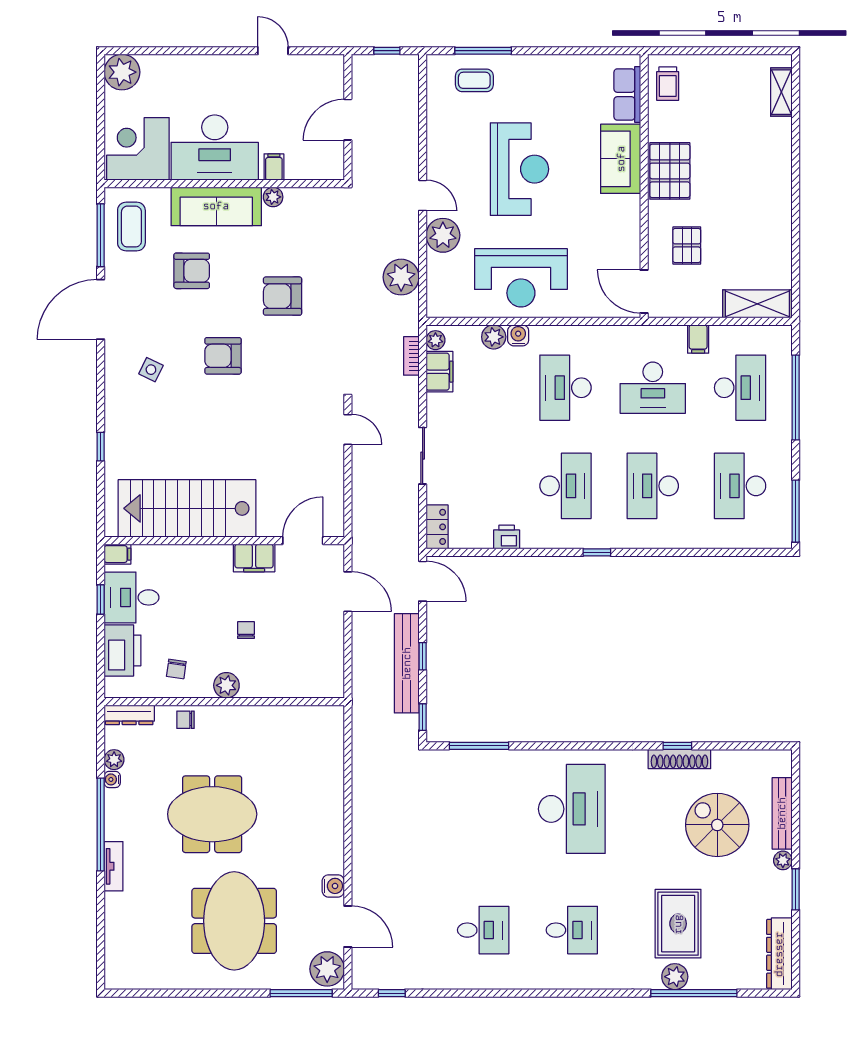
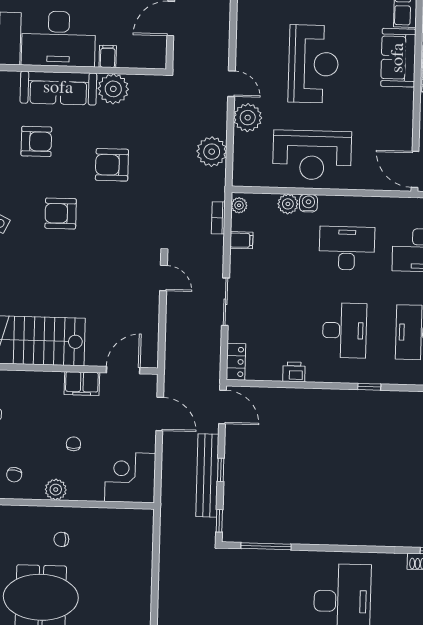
plant: (273, 197) -> (113, 89), width x1.88, depth x1.88
filing cabinet: (439, 372) -> (241, 240), width x0.50
desk: (565, 388) -> (347, 248), turned 90
corner desk: (315, 668) -> (130, 477), added
chair: (185, 720) -> (61, 539), moved

